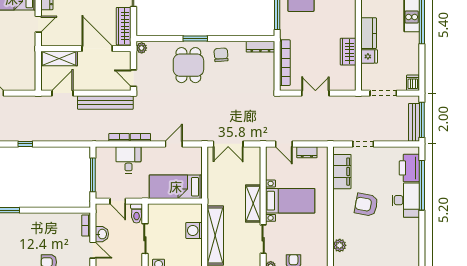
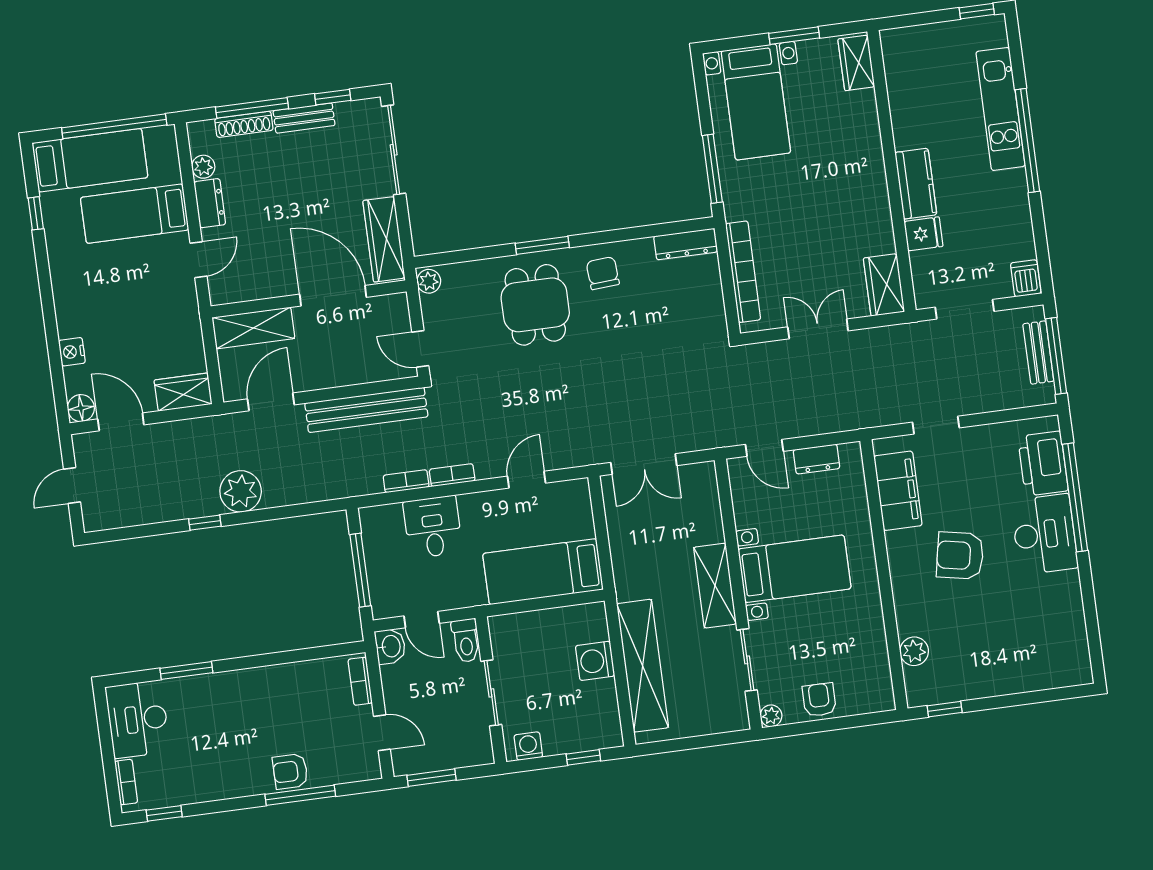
wardrobe: (348, 52) -> (884, 285), moved
wardrobe: (23, 83) -> (183, 392), added
bench: (414, 122) -> (1038, 353), width x0.73
plant: (43, 132) -> (241, 491), added
washbasin: (102, 234) -> (390, 646), moved

